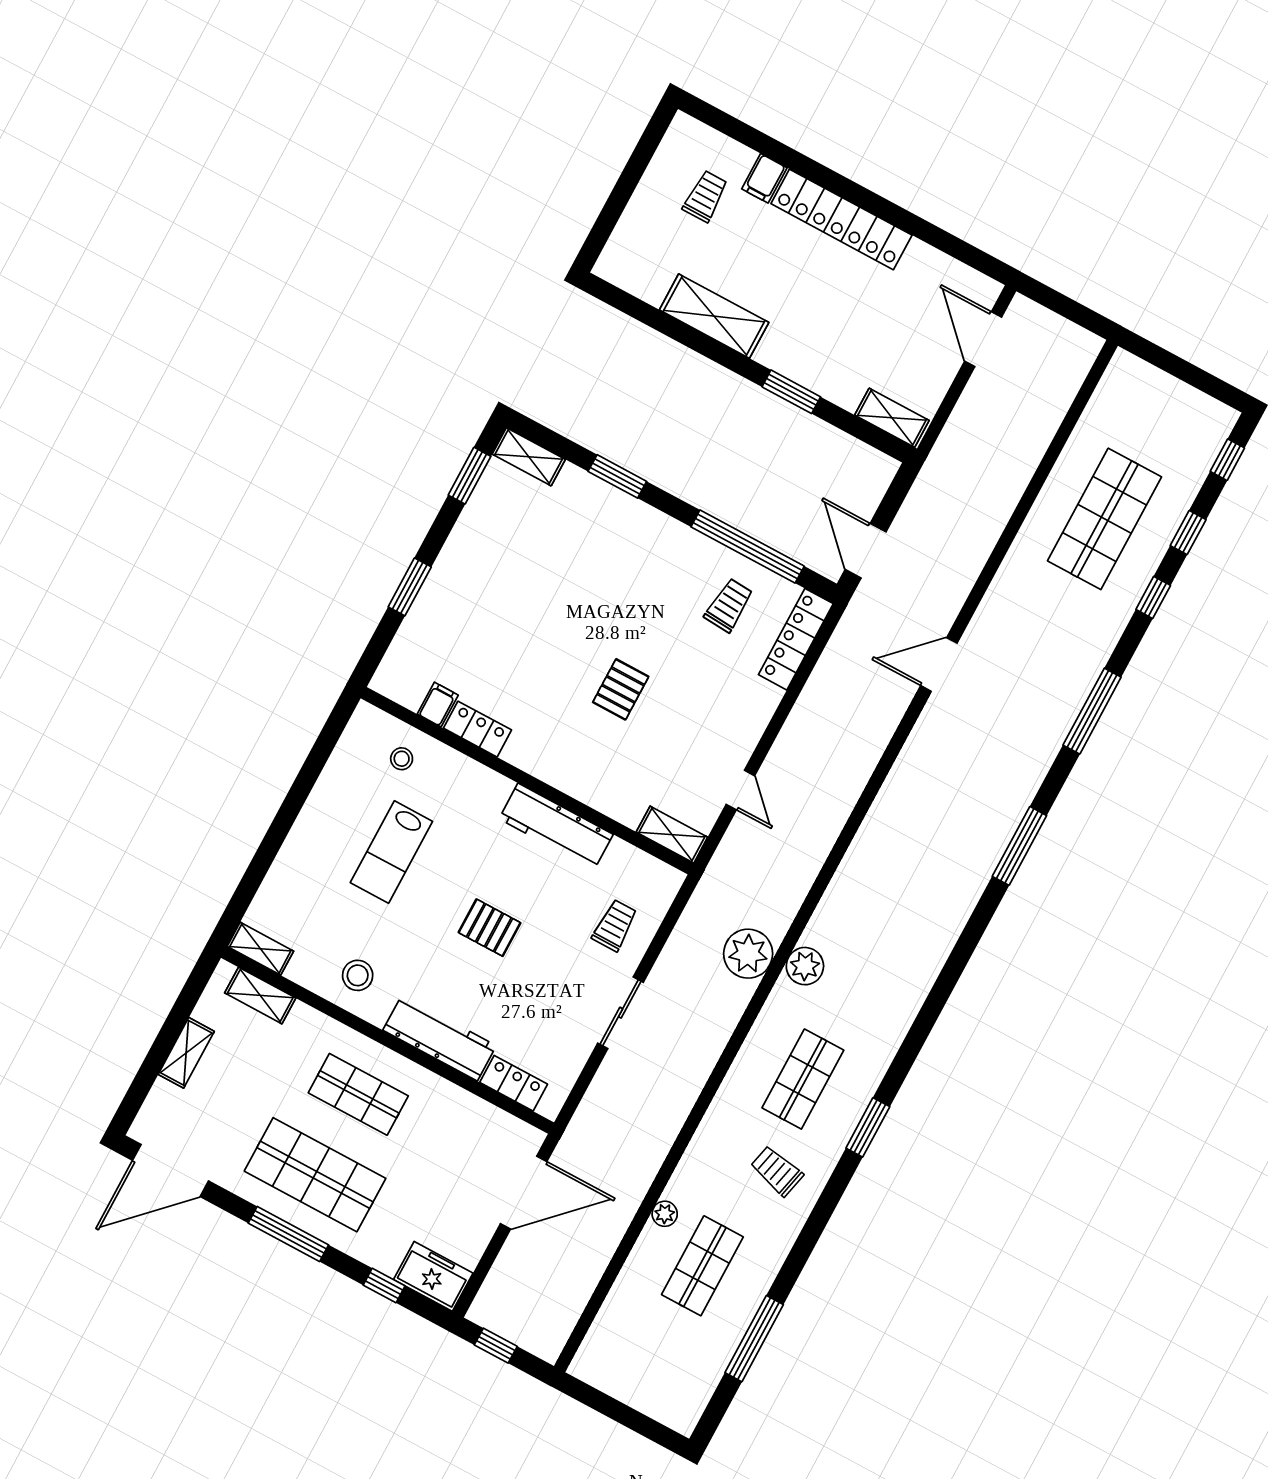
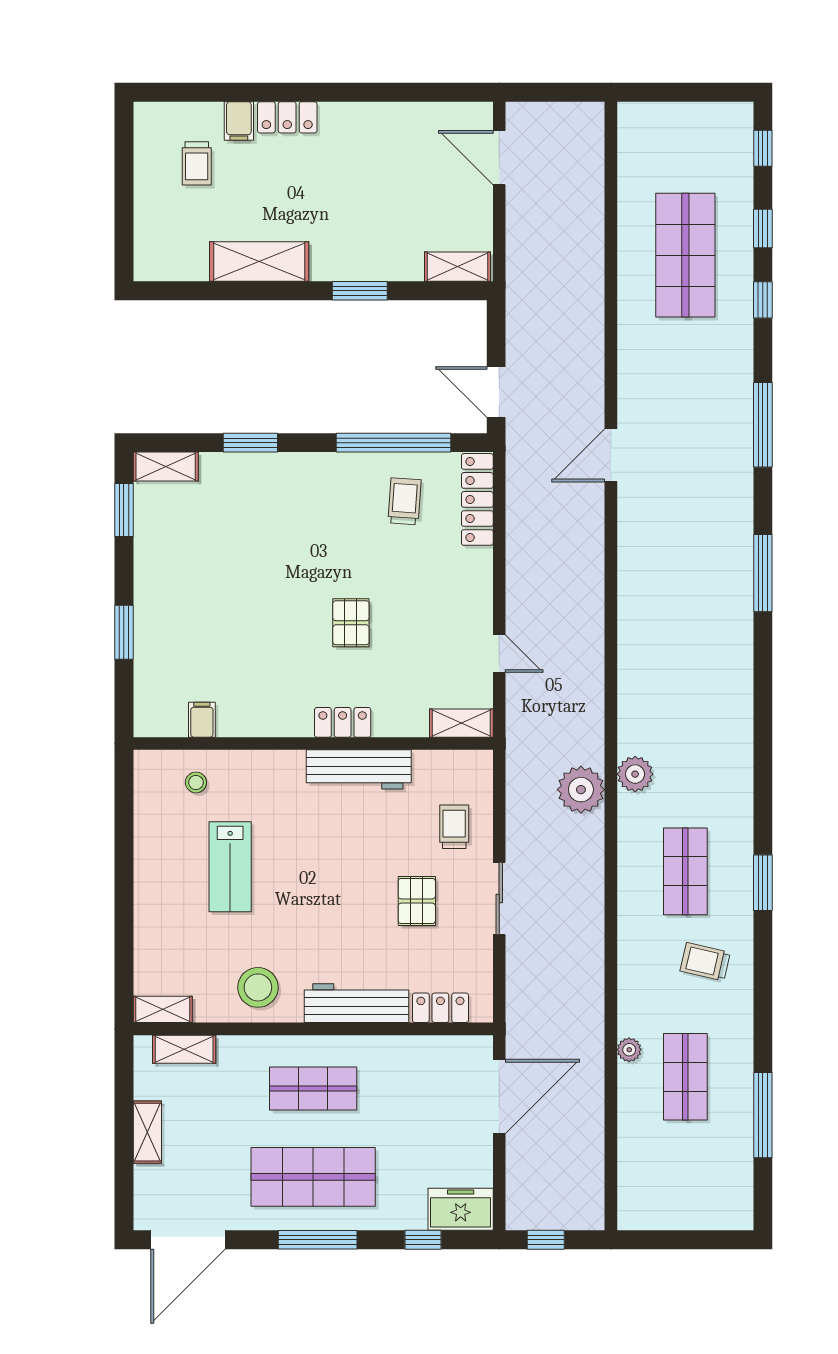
trolley: (705, 196) -> (197, 163), turned 180
locker: (841, 219) -> (287, 117), width x0.46, depth x0.83
locker: (478, 729) -> (343, 722), moved
pallet: (490, 928) -> (417, 901), moved, turned 90
stool: (358, 975) -> (258, 987), width x1.38, depth x1.38

